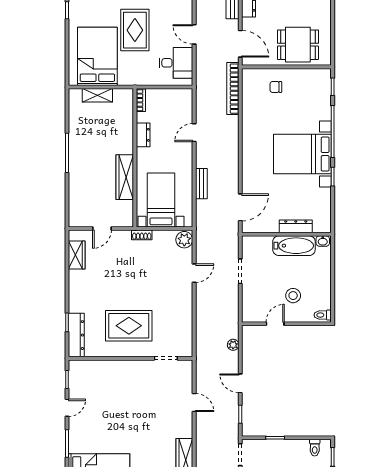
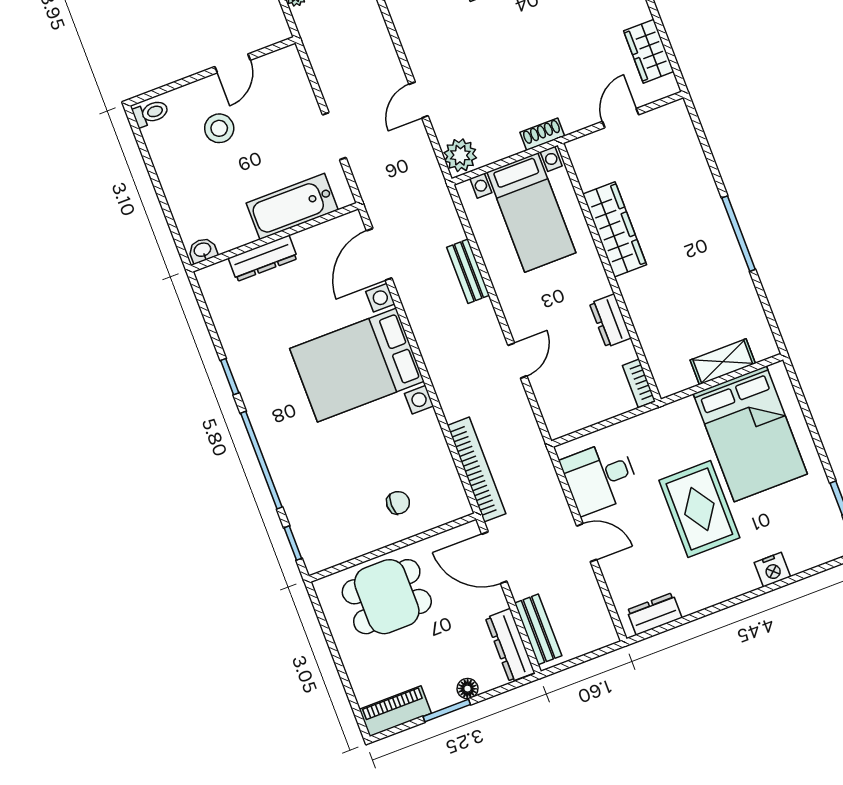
bed with nightstands: (302, 154) -> (357, 365), moved, turned 180
bathtub: (294, 246) -> (292, 206), moved

